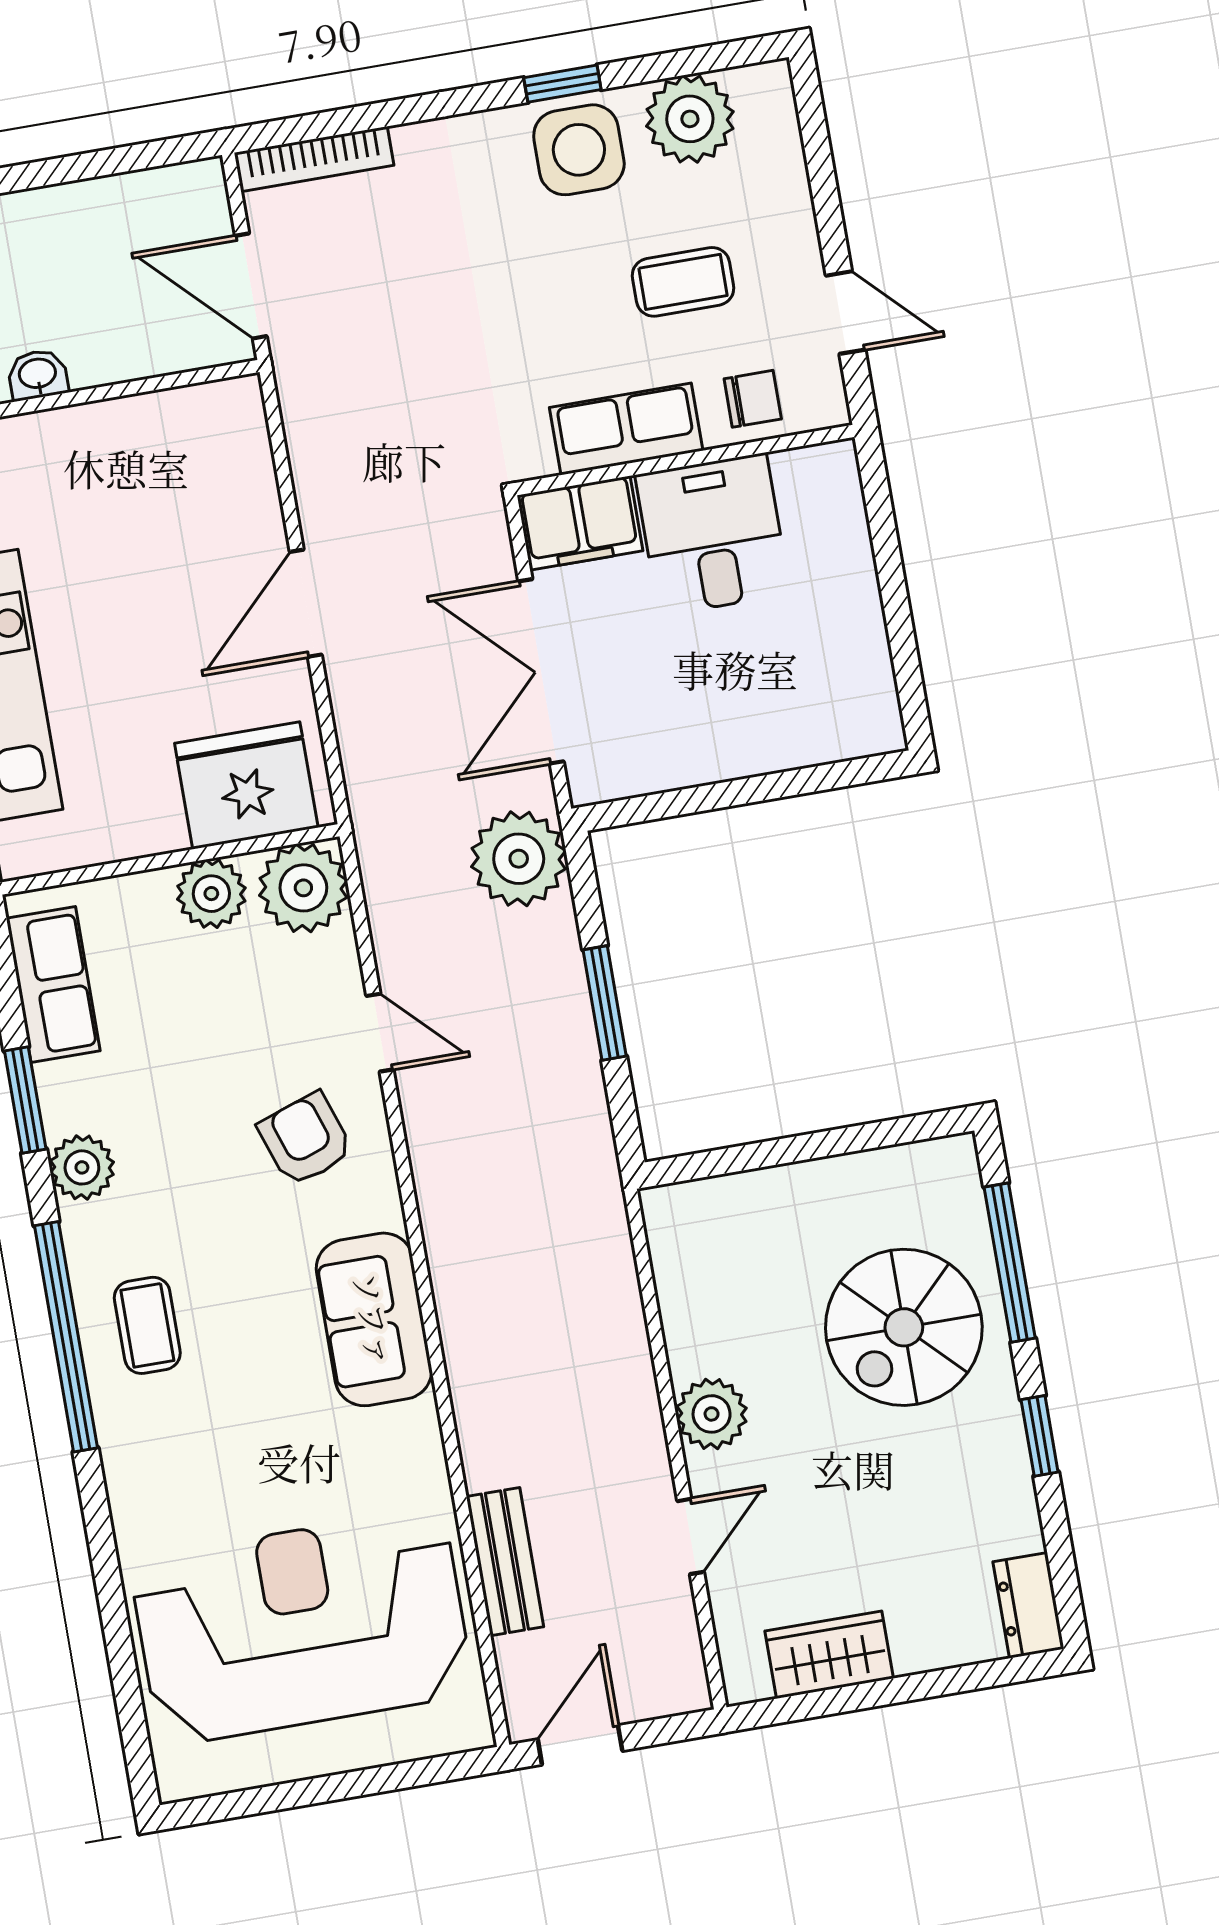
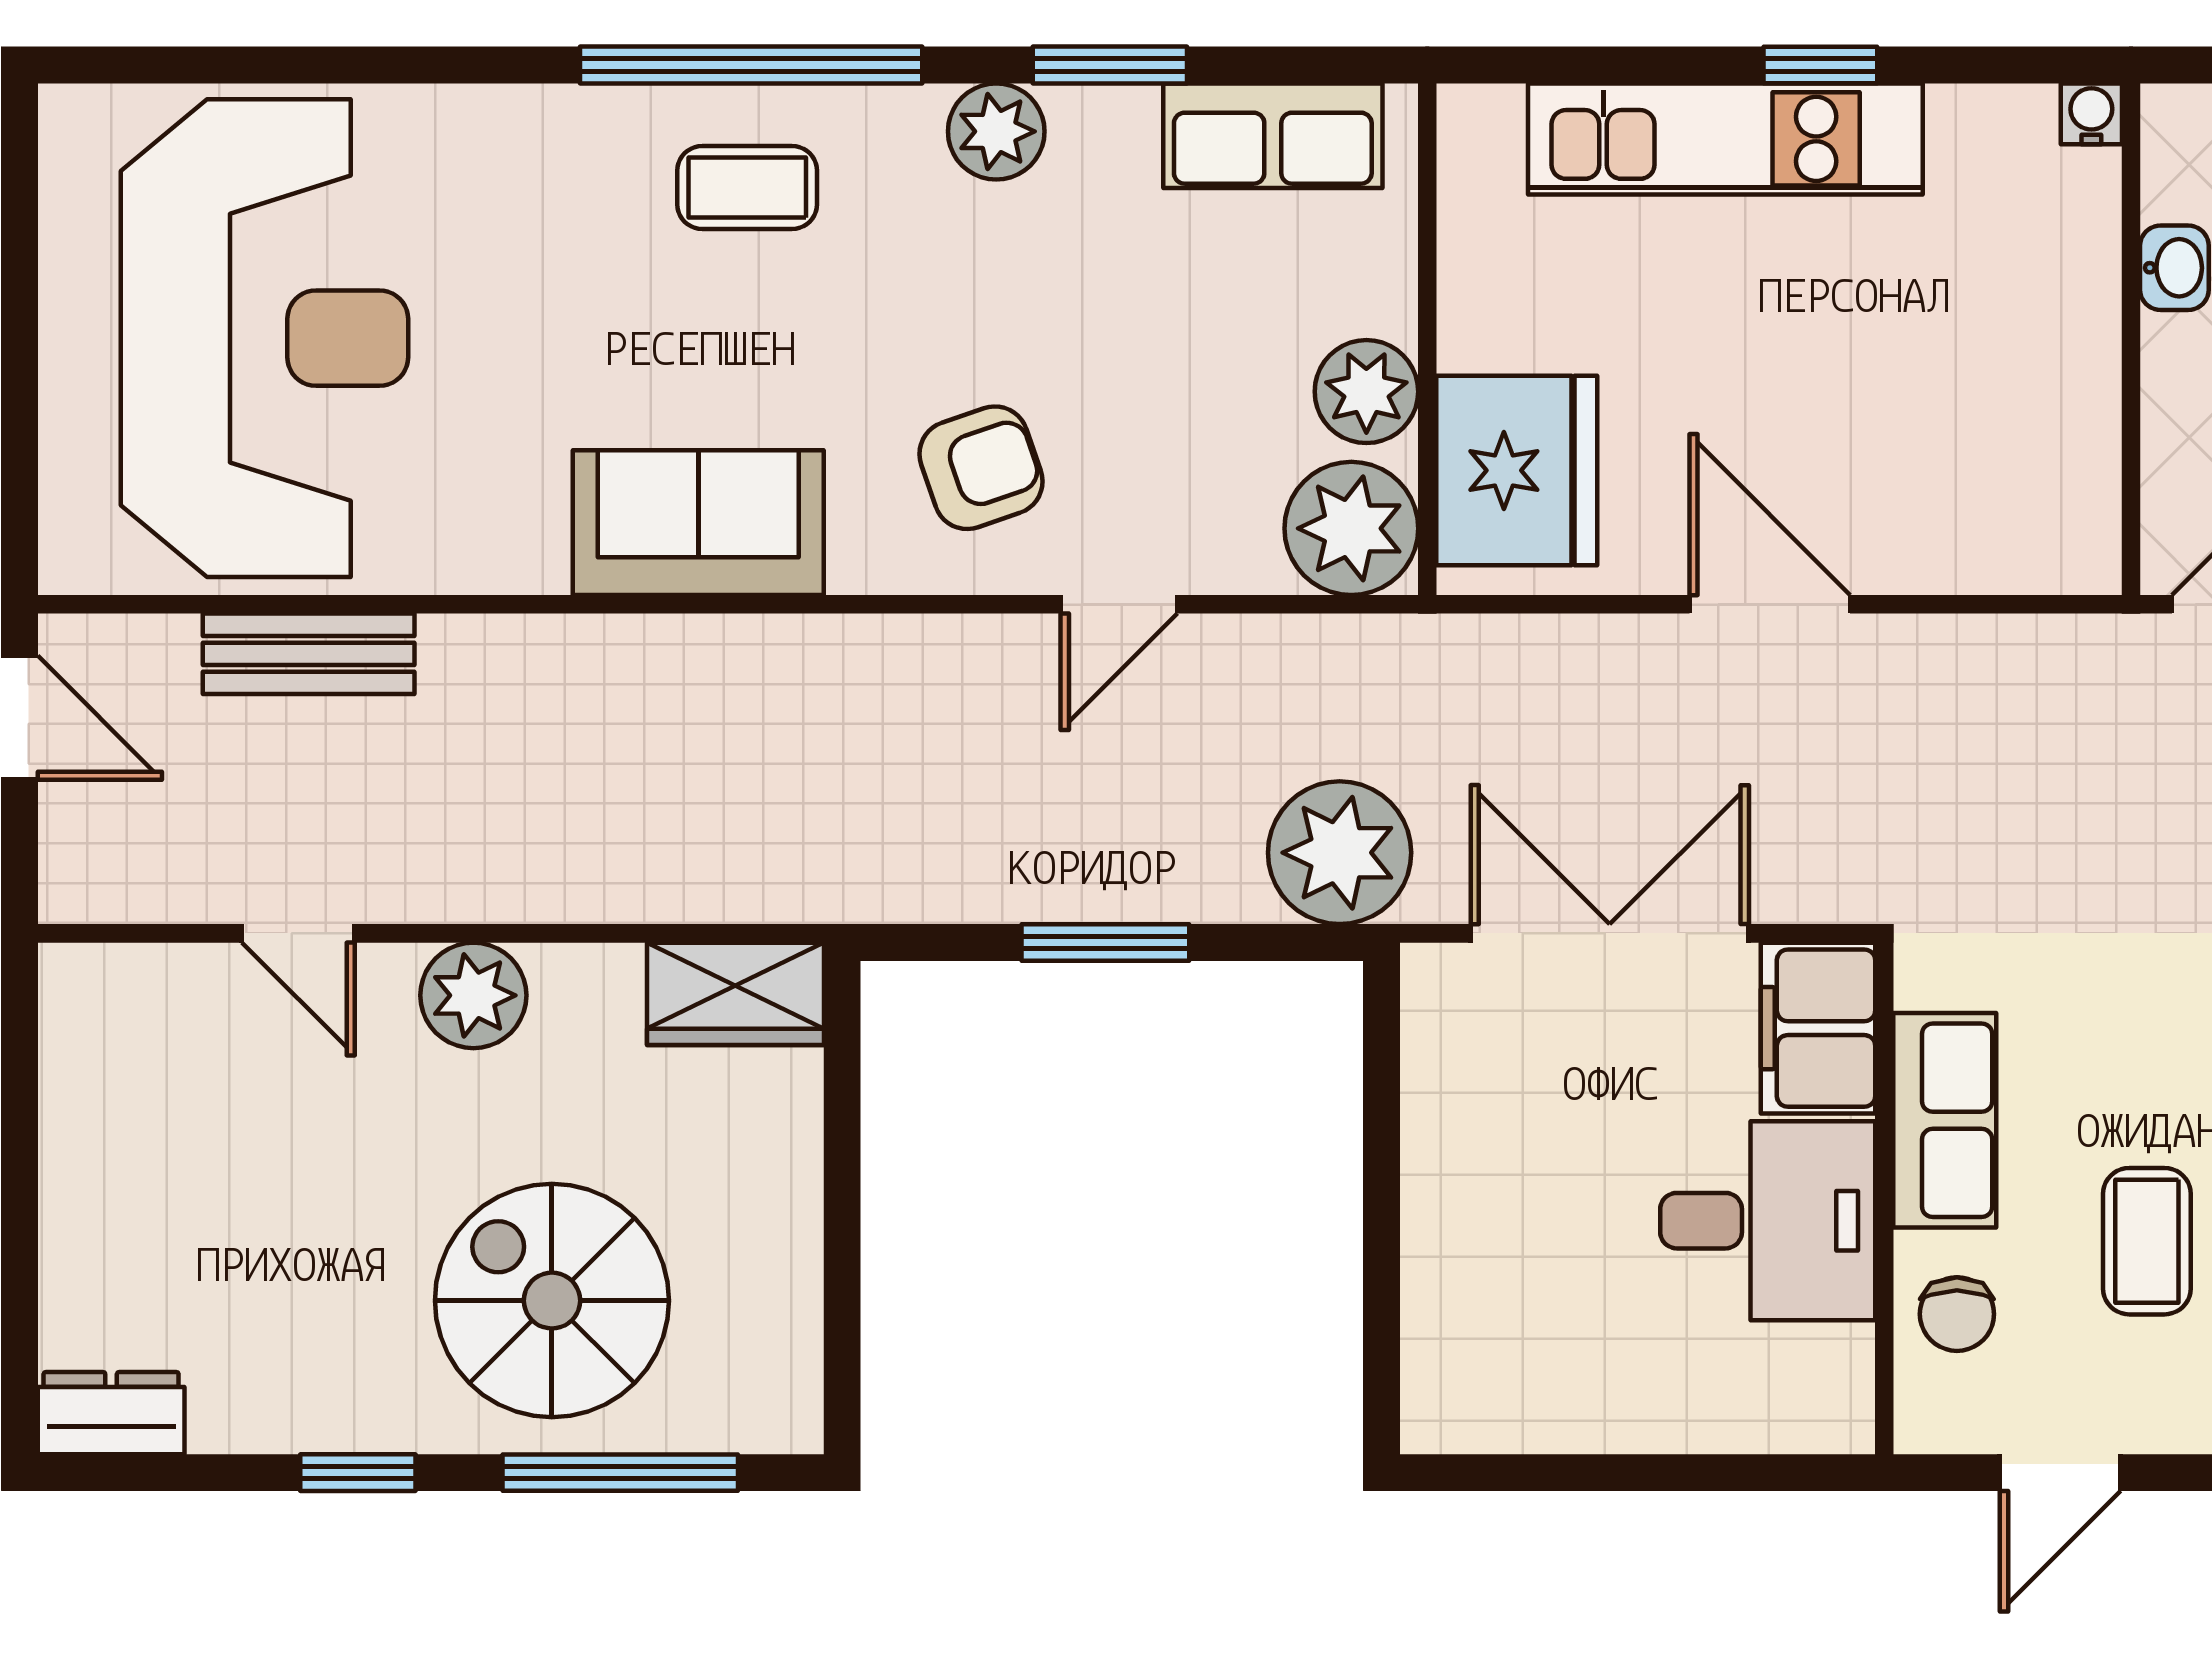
wardrobe: (829, 1655) -> (735, 994), moved, turned 90

